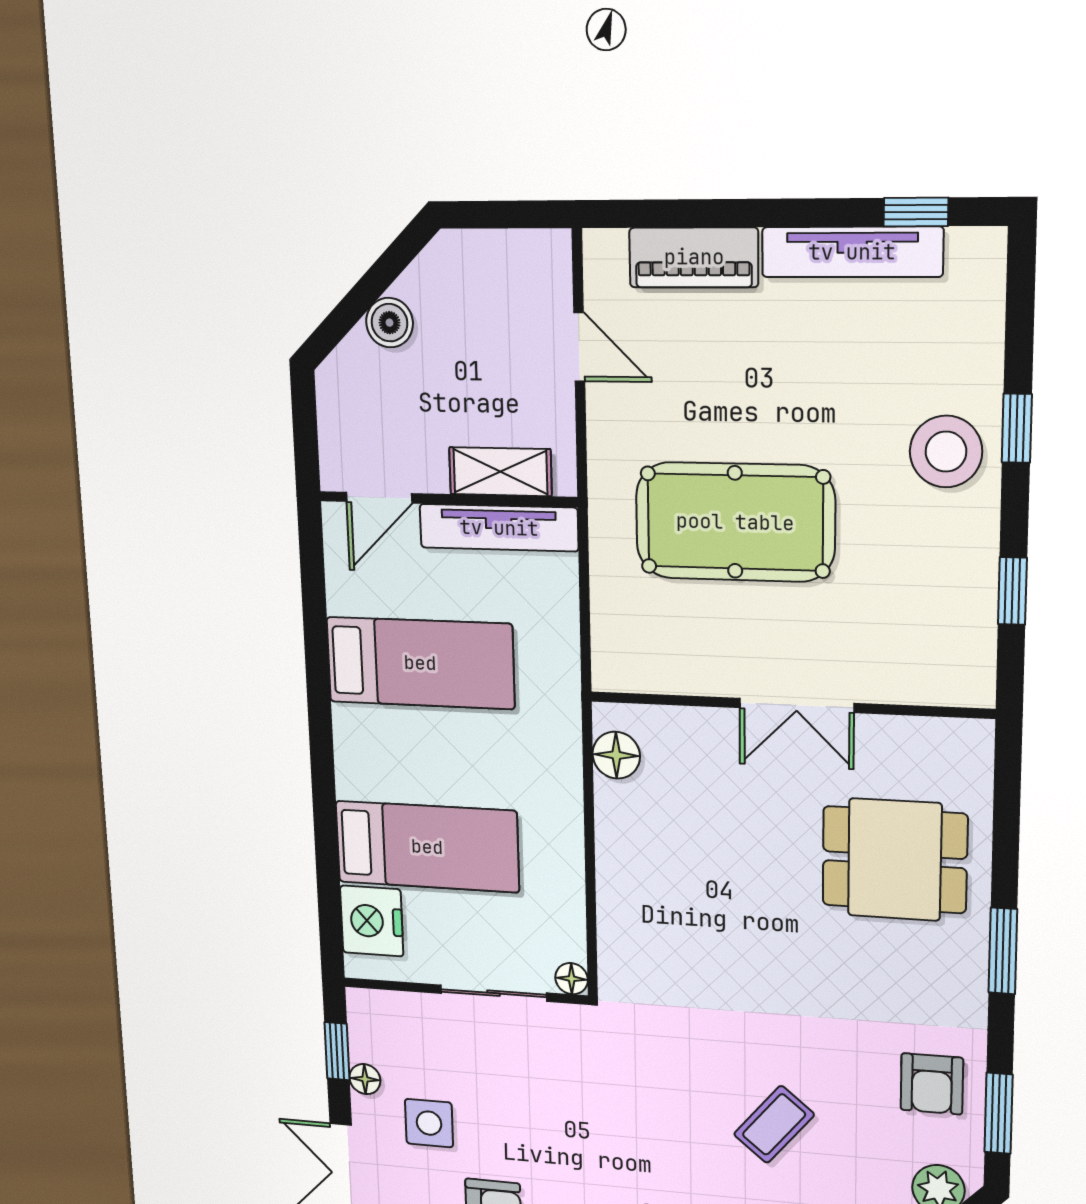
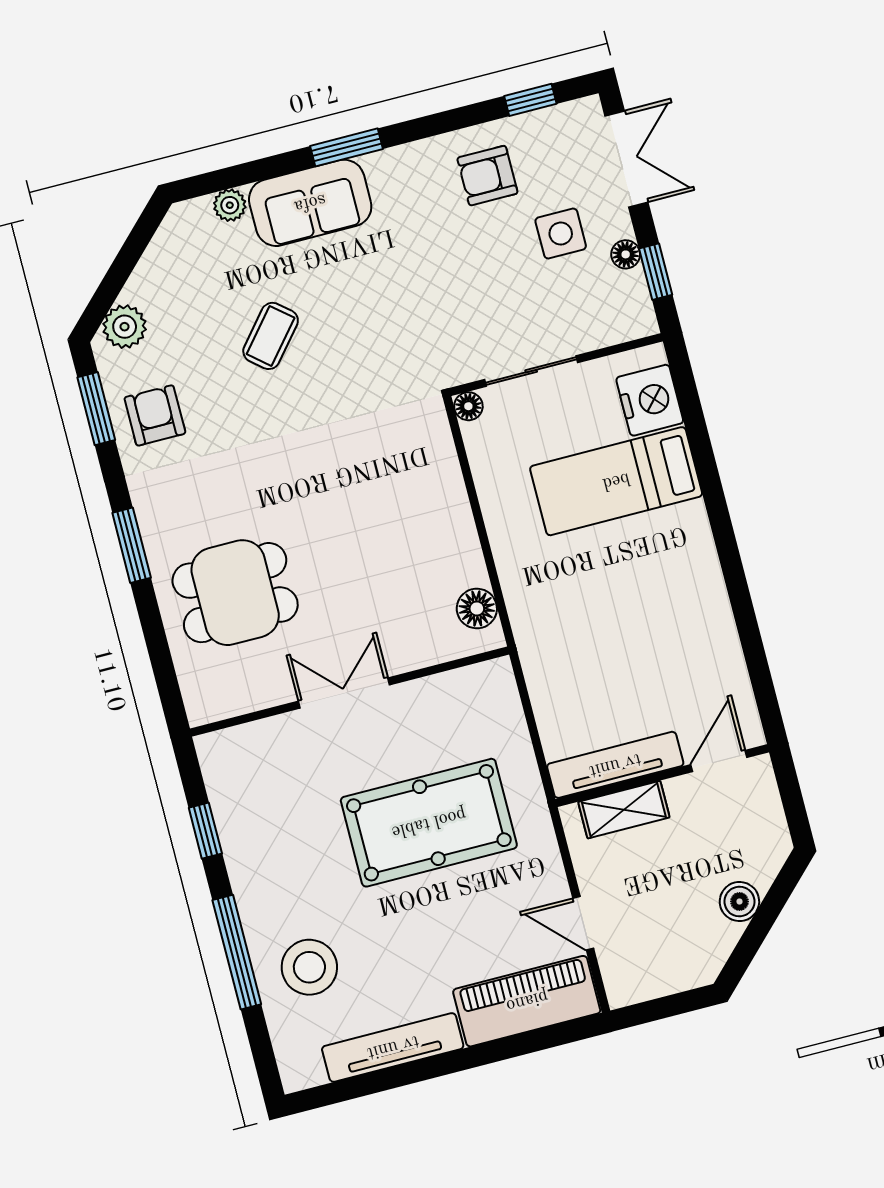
window: (916, 212) -> (354, 1088), removed
piano: (694, 257) -> (527, 1001), width x1.37, depth x1.33
window: (1017, 428) -> (237, 952), width x2.17
stool: (946, 452) -> (309, 967), moved
bed: (420, 663) -> (656, 636), removed

